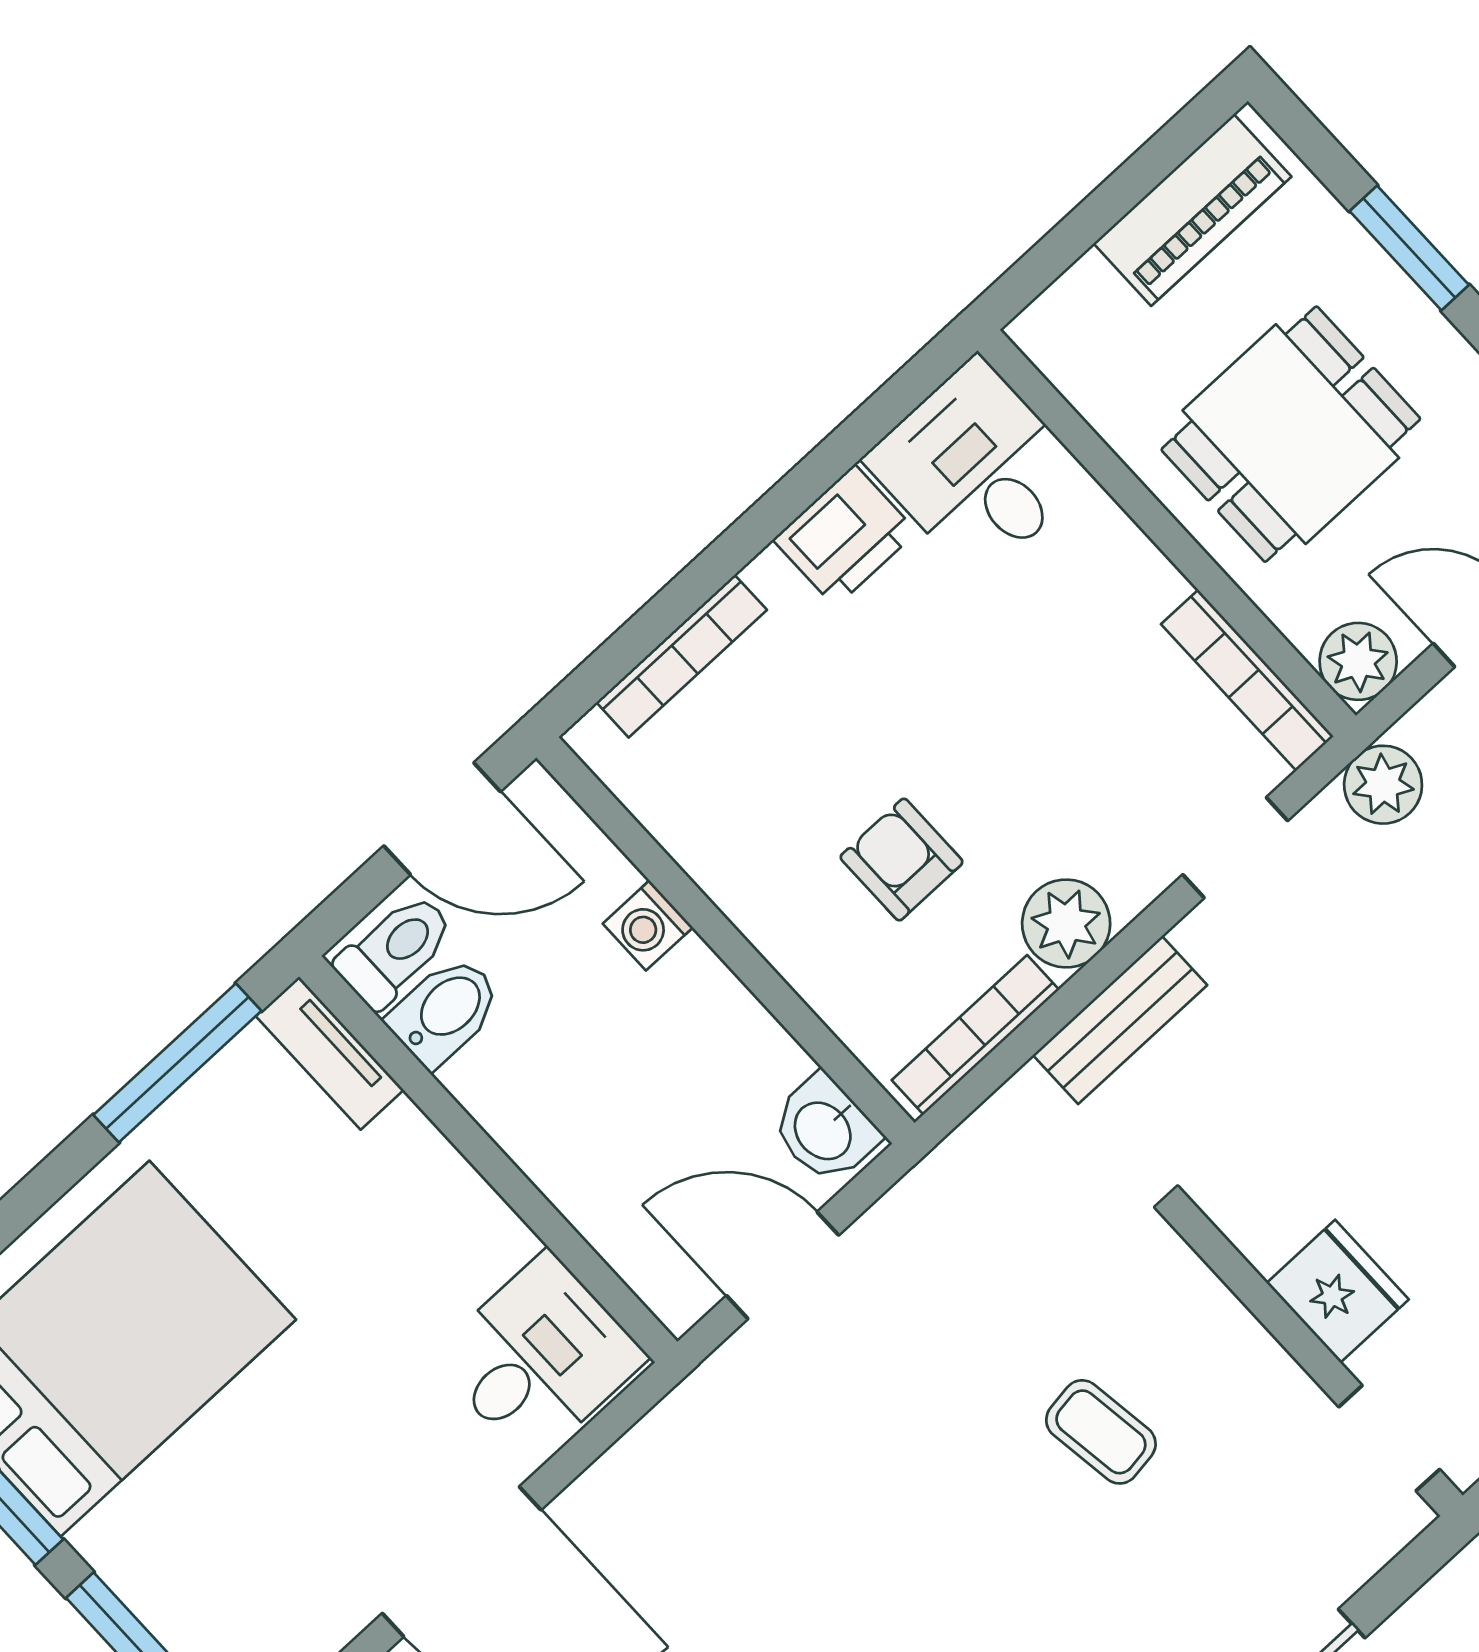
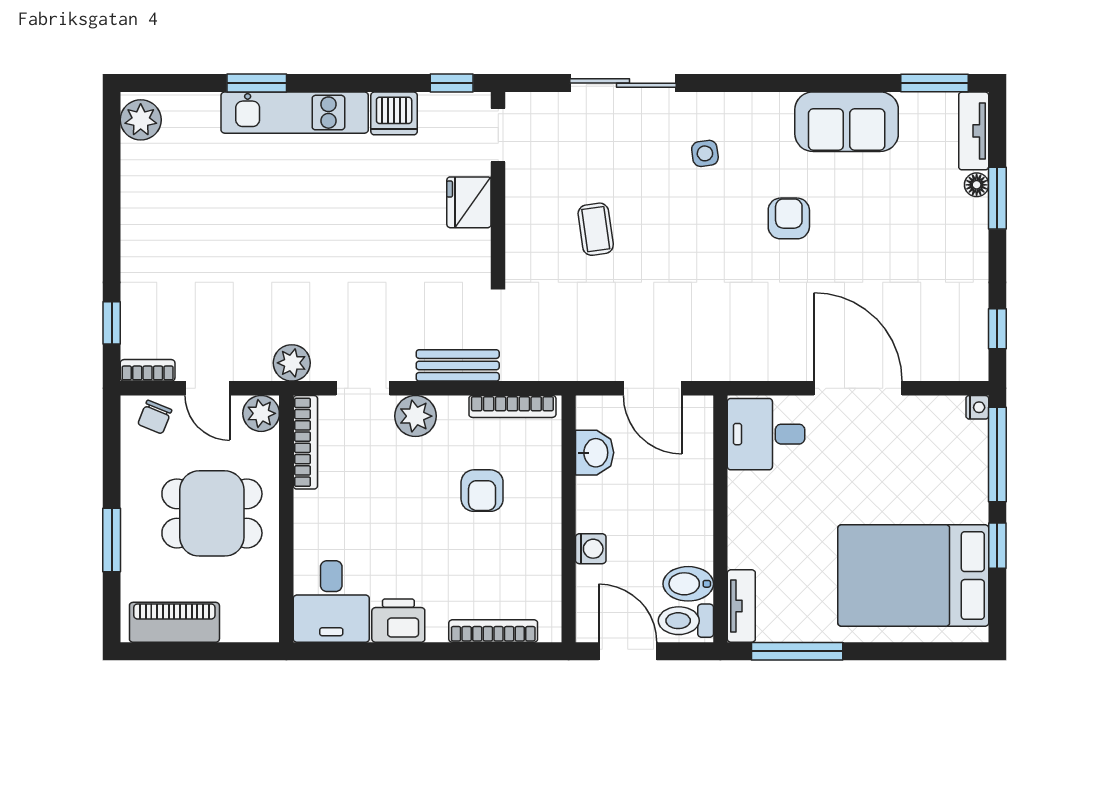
plant: (1066, 923) -> (415, 416), moved
washbasin: (824, 1129) -> (595, 453), moved

